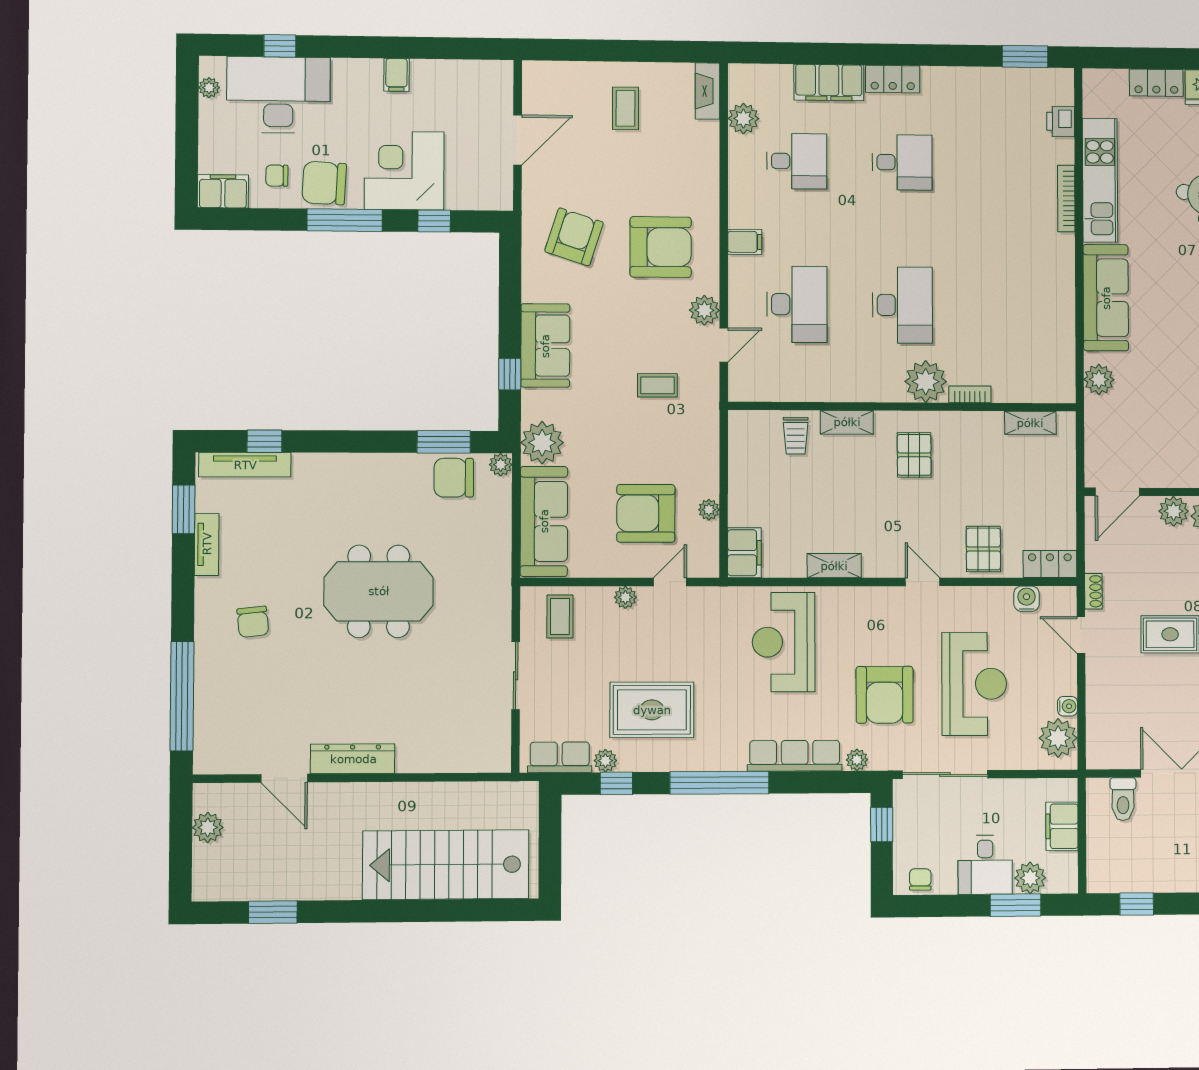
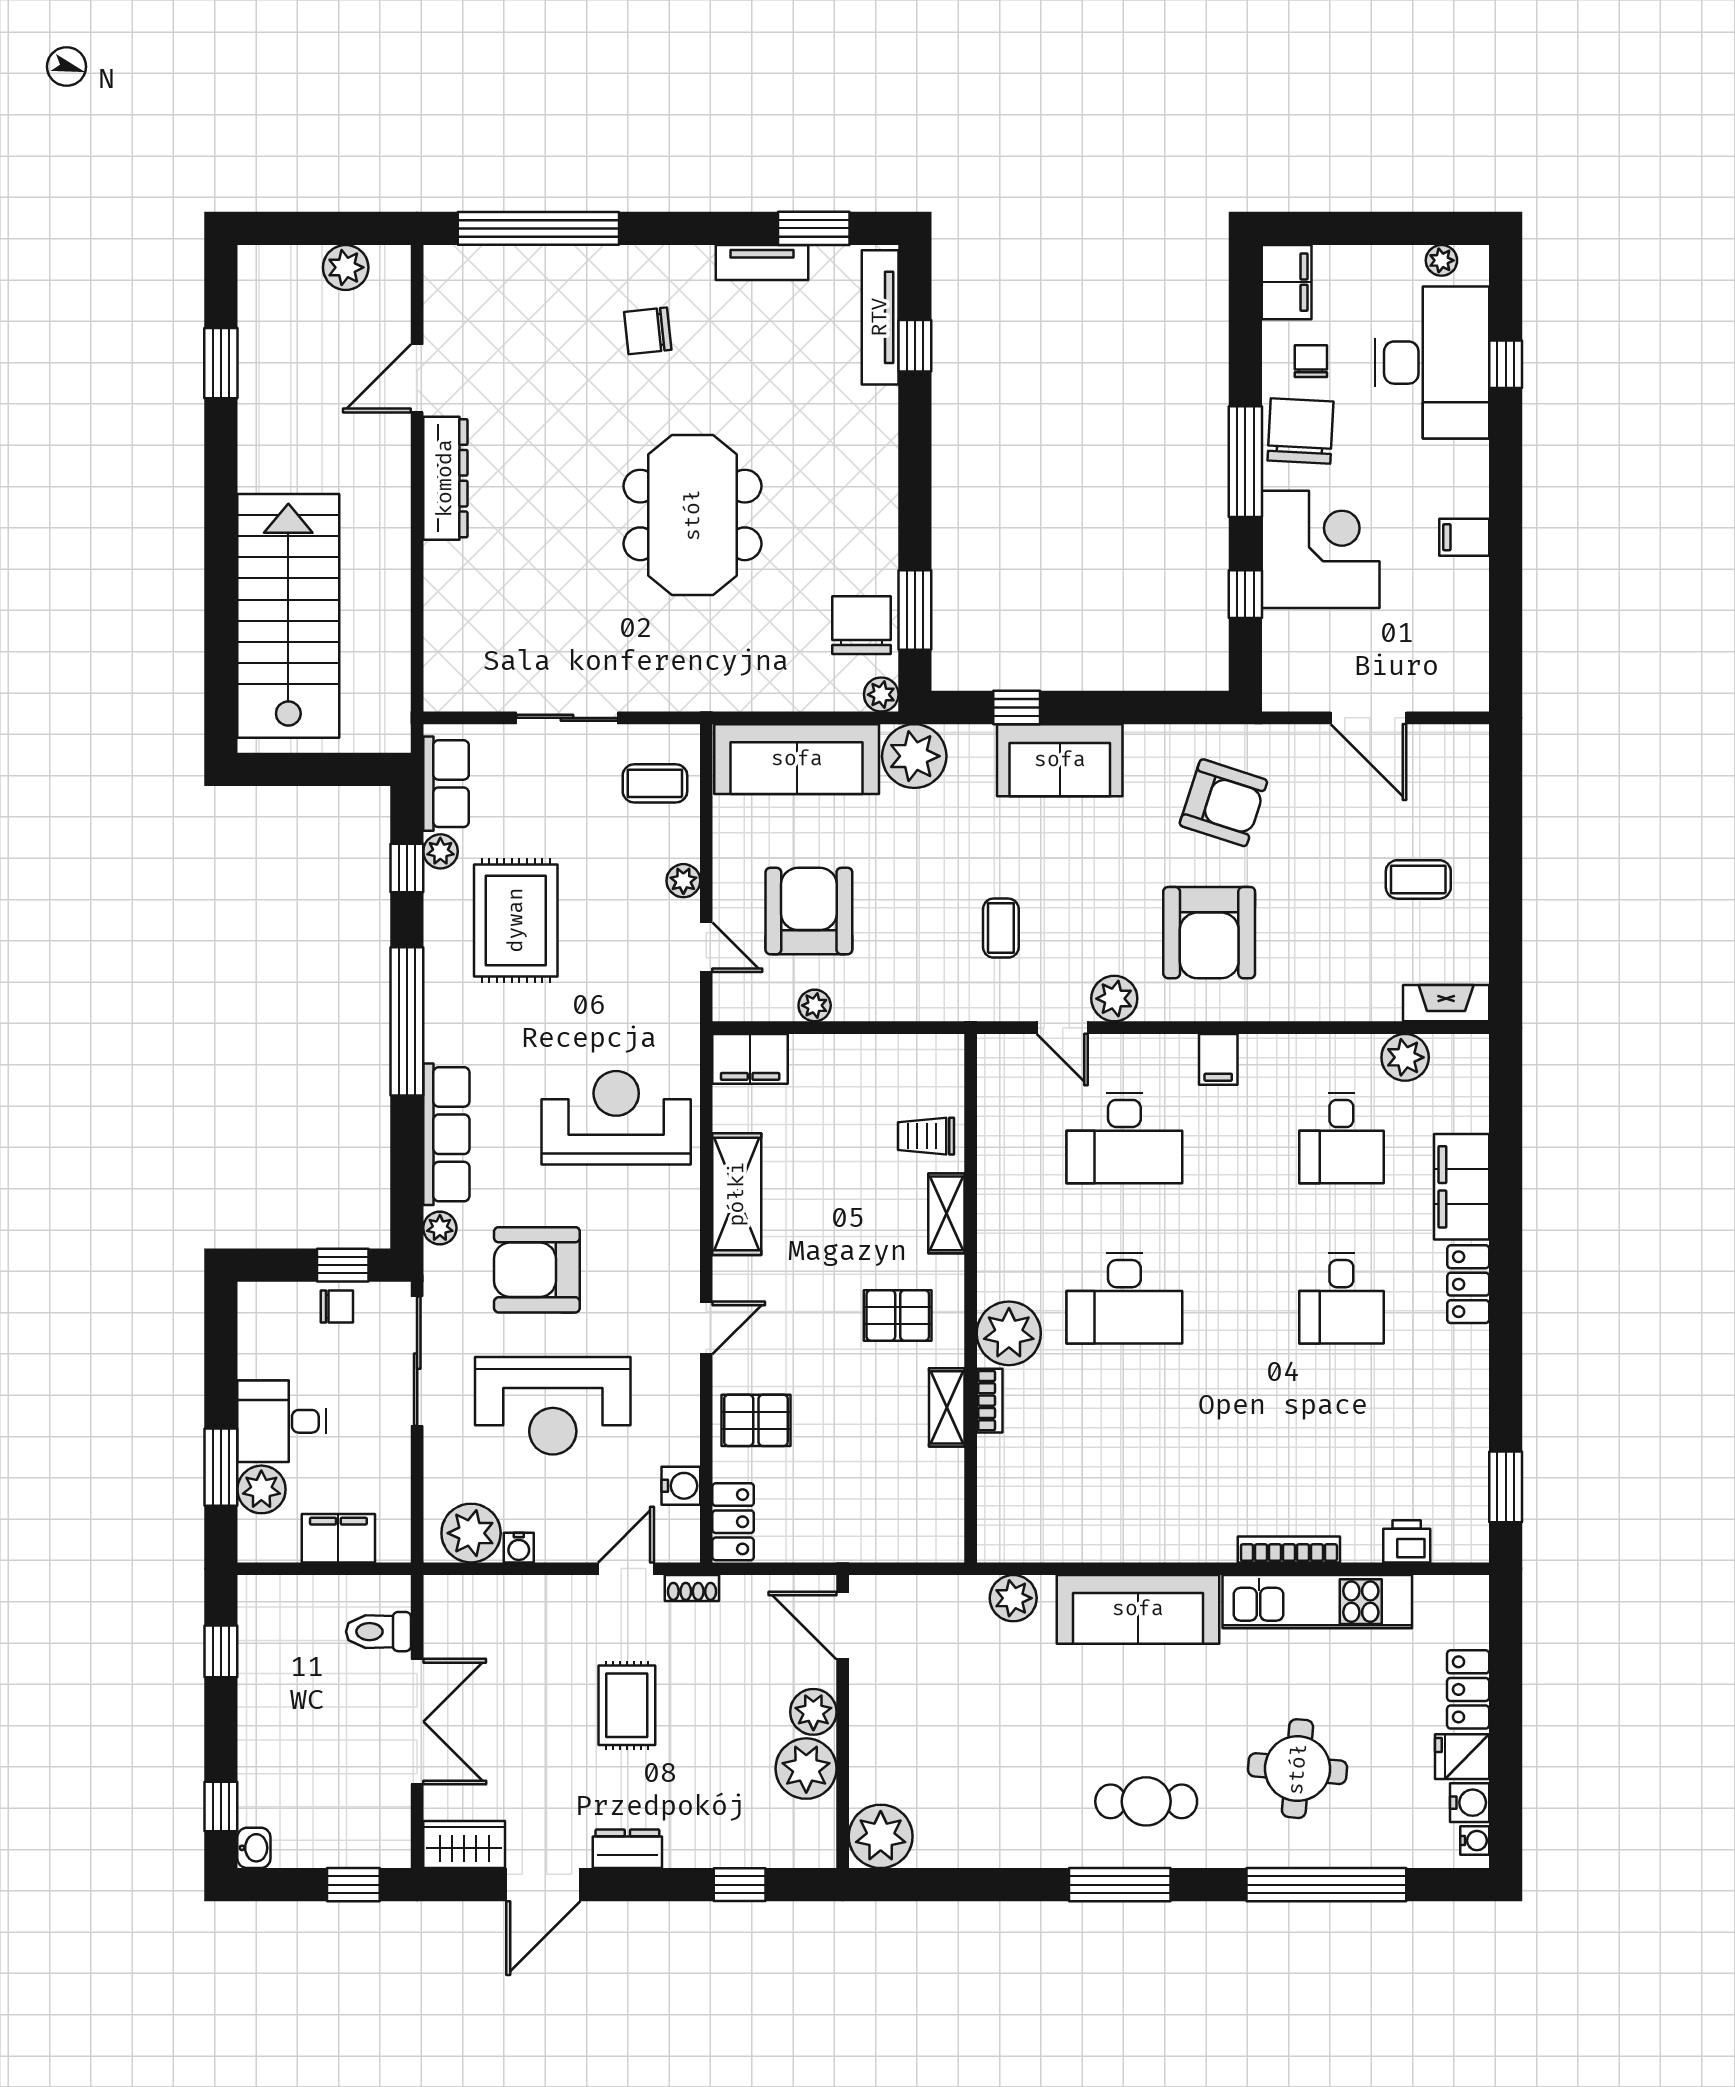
shelving: (1030, 423) -> (947, 1407), moved
shelving: (834, 566) -> (737, 1194), width x1.50, depth x1.33
chair: (920, 879) -> (337, 1306), moved

